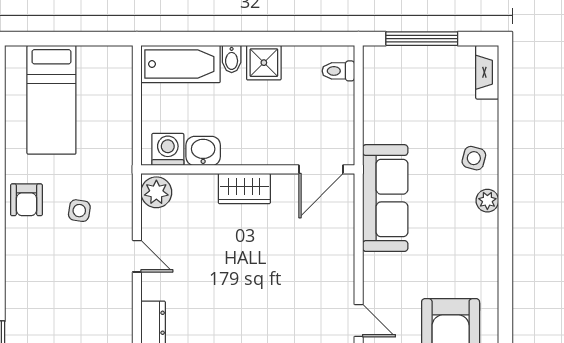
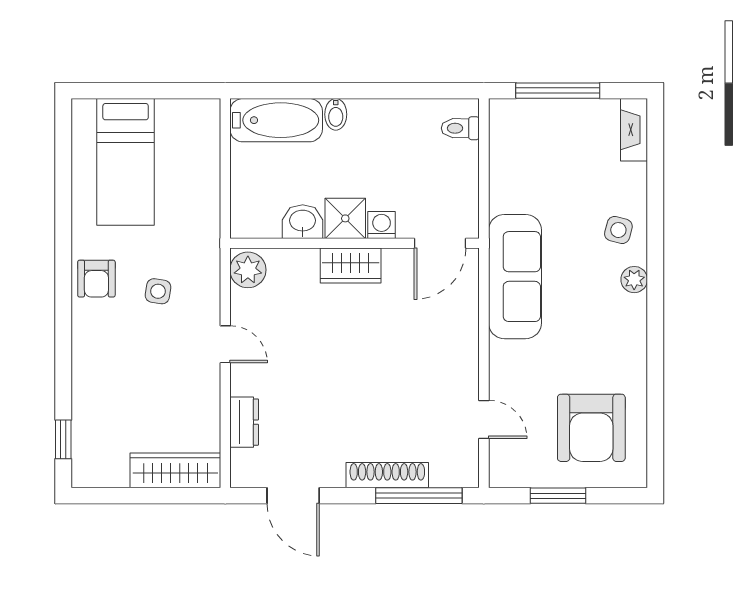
shower: (264, 63) -> (345, 218), moved
washing machine: (168, 149) -> (382, 225), moved, width x0.73, depth x0.73

